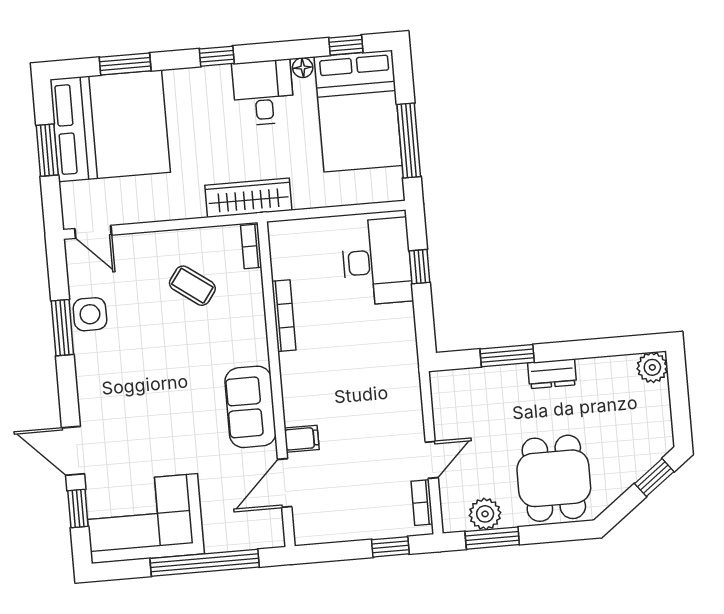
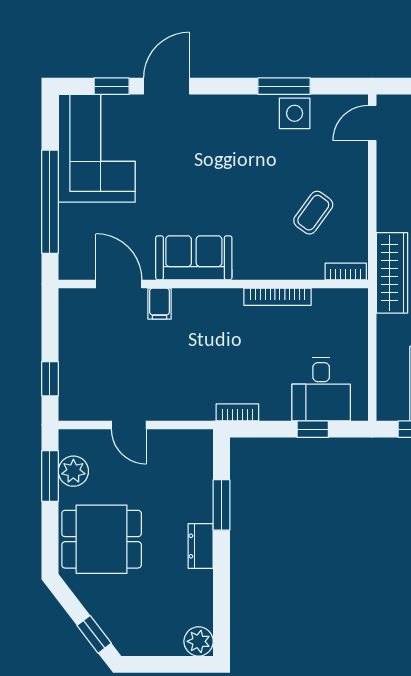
desk: (377, 262) -> (321, 389), width x0.73
bookcase: (422, 503) -> (237, 412), moved

